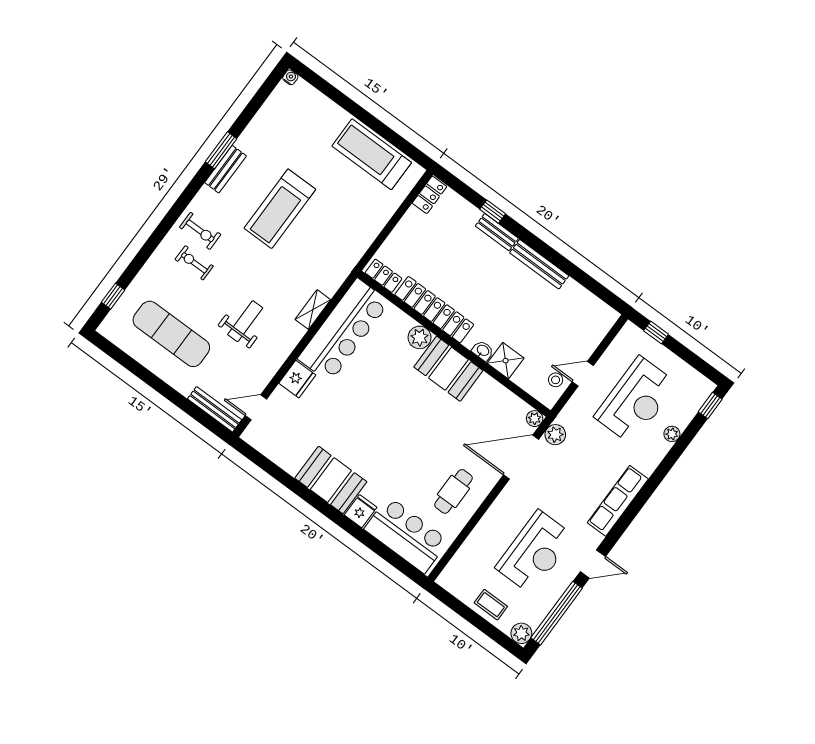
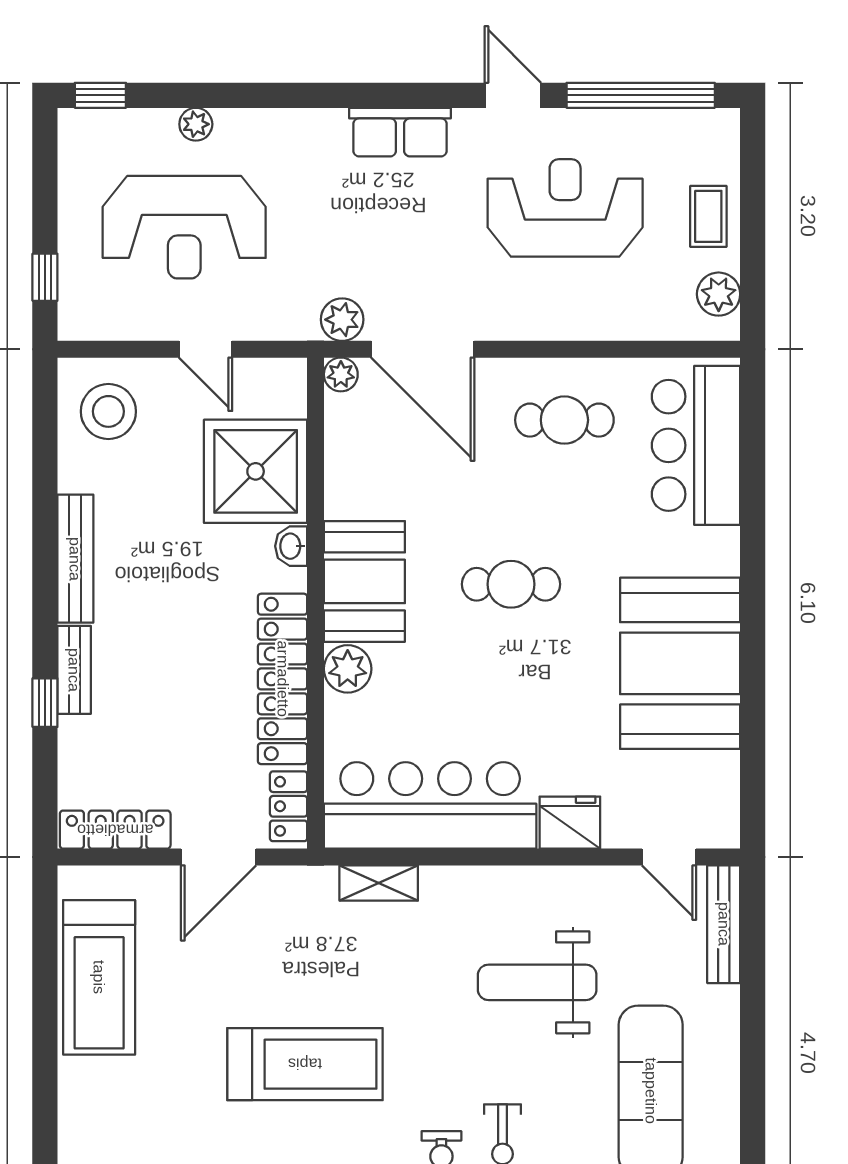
locker: (430, 195) -> (115, 830), width x1.53
door: (384, 234) -> (218, 857), added
shelving: (313, 310) -> (379, 883), moved
weight bench: (245, 321) -> (537, 982), width x1.36, depth x1.33
shower: (506, 361) -> (256, 471), width x1.86, depth x1.86
stool: (556, 380) -> (108, 411), moved, width x1.89, depth x1.89
reception desk: (636, 400) -> (184, 227), turned 180
cafe table: (406, 424) -> (511, 584), added
booth: (331, 480) -> (680, 663), width x1.36, depth x1.42
row of seats: (618, 501) -> (400, 132), width x0.68
fridge: (361, 511) -> (713, 552), removed
plant: (521, 633) -> (719, 294), moved

